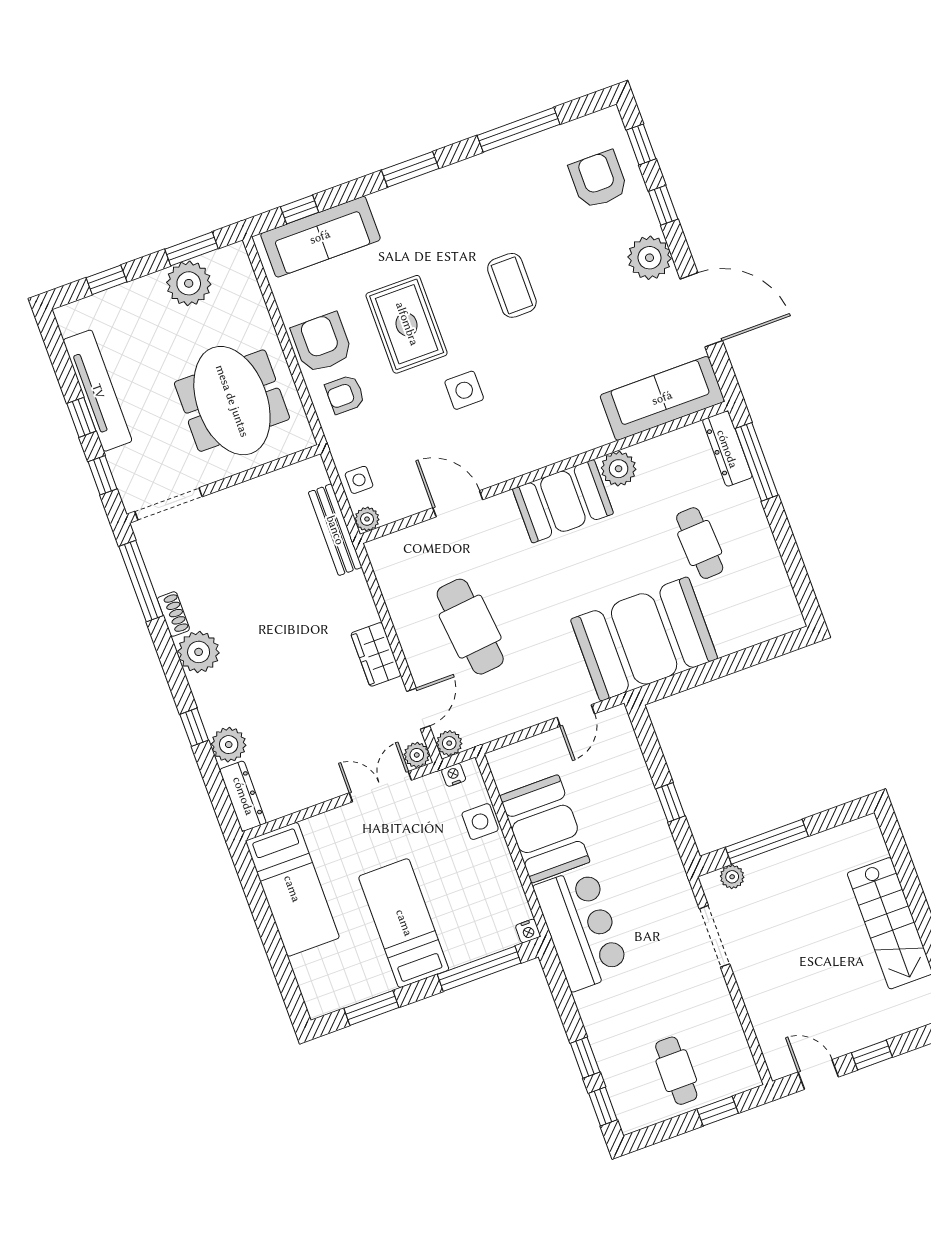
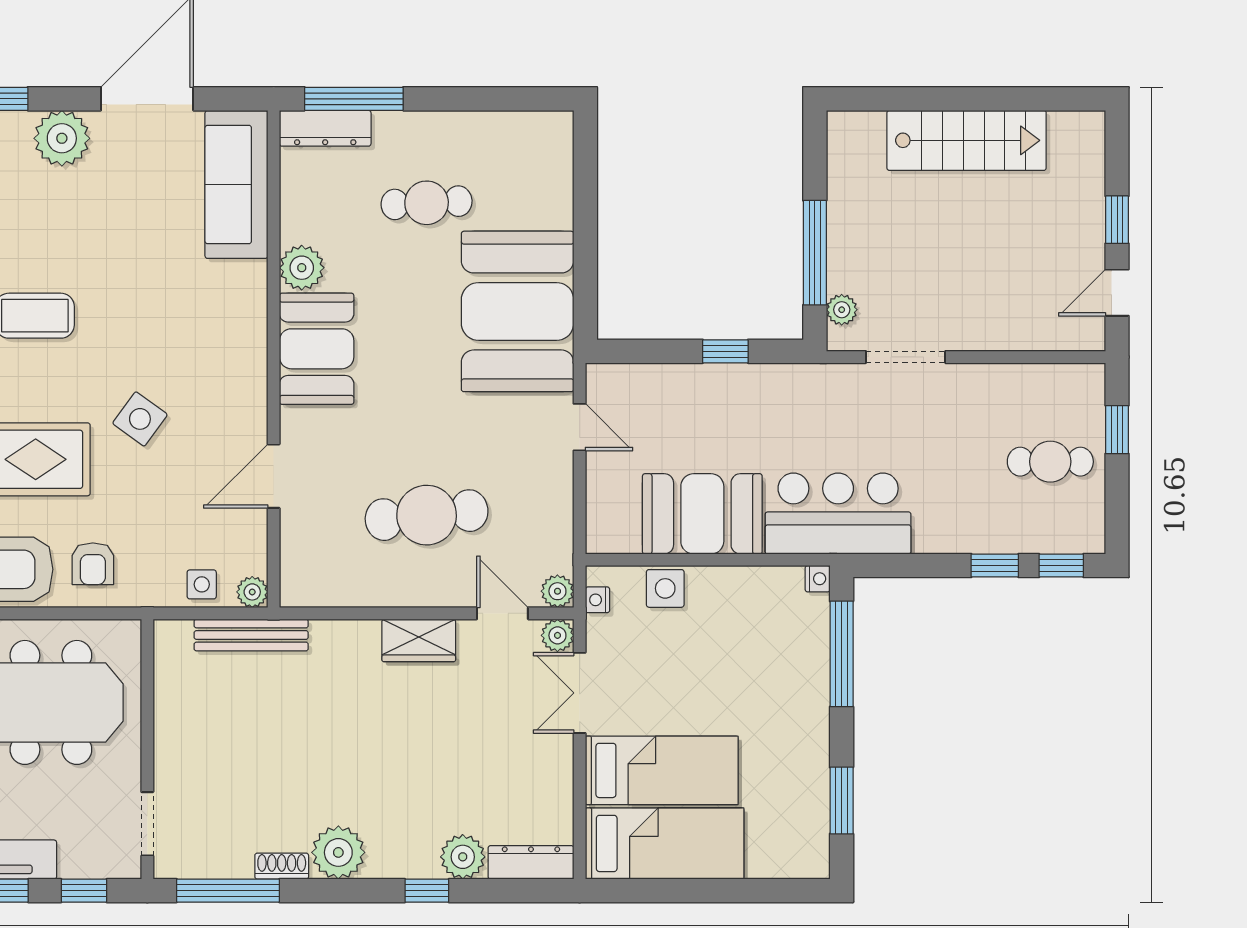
side table: (464, 390) -> (140, 419), turned 36
doorway: (168, 504) -> (147, 824), width x0.73
bed: (404, 923) -> (662, 770), moved, turned 180

